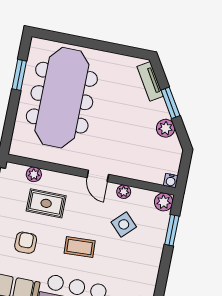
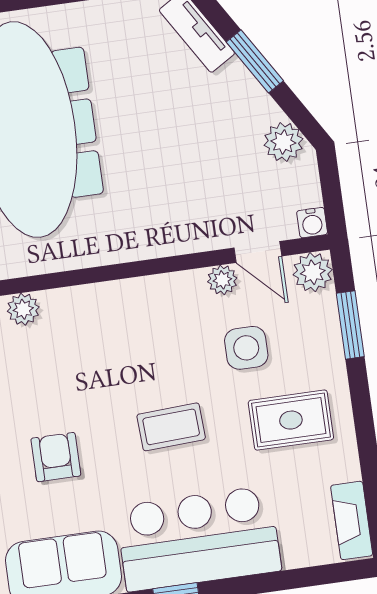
plant: (166, 128) -> (283, 142), moved
door: (98, 176) -> (258, 252), moved
rug: (46, 203) -> (291, 420), moved
side table: (124, 224) -> (246, 348), turned 45

